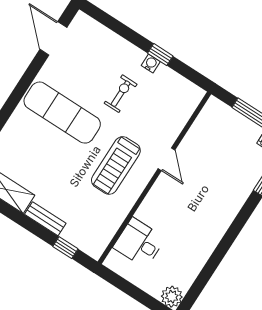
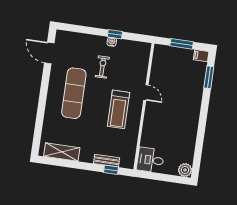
exercise mat: (62, 113) -> (74, 93), turned 90
bench: (45, 219) -> (107, 161), moved
desk: (139, 243) -> (150, 160), moved

